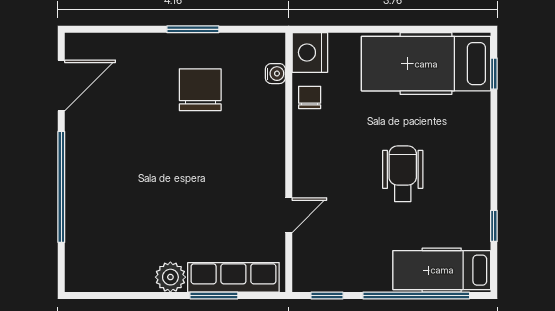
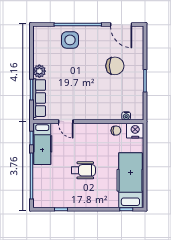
chair: (200, 90) -> (115, 66), moved
side table: (97, 205) -> (70, 40), added
hospital bed: (442, 270) -> (42, 144), moved, turned 180

